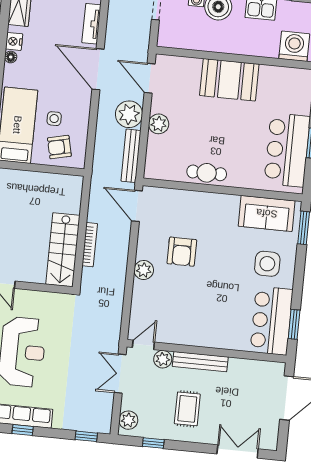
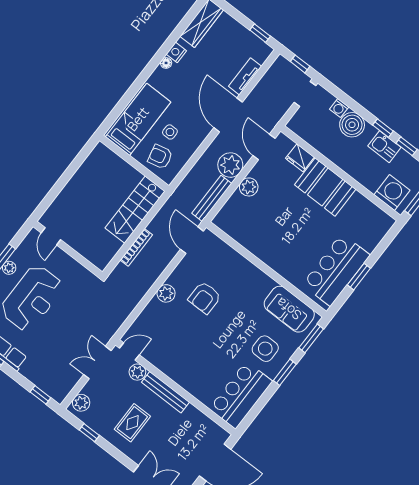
fridge: (189, 67) -> (300, 158), added
cafe table: (207, 173) -> (262, 248), removed
stairs: (63, 250) -> (135, 210), moved
window: (294, 324) -> (285, 372), moved

